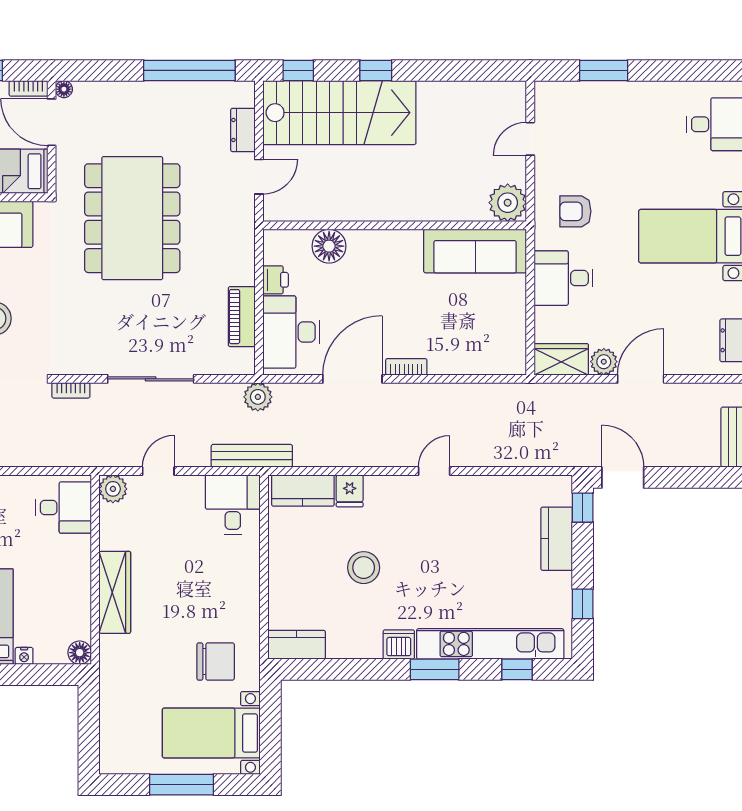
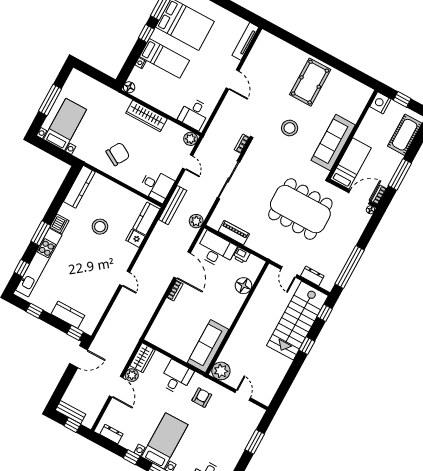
kitchen counter: (297, 645) -> (79, 187), width x1.50
chair: (216, 662) -> (118, 154), moved, turned -150

